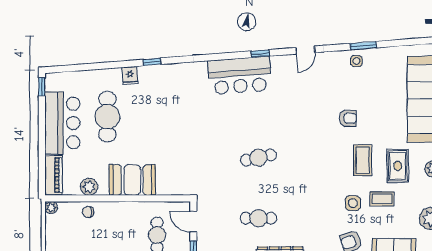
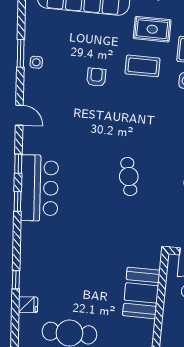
window: (225, 56) -> (17, 201), added
booth: (132, 180) -> (141, 293), moved

